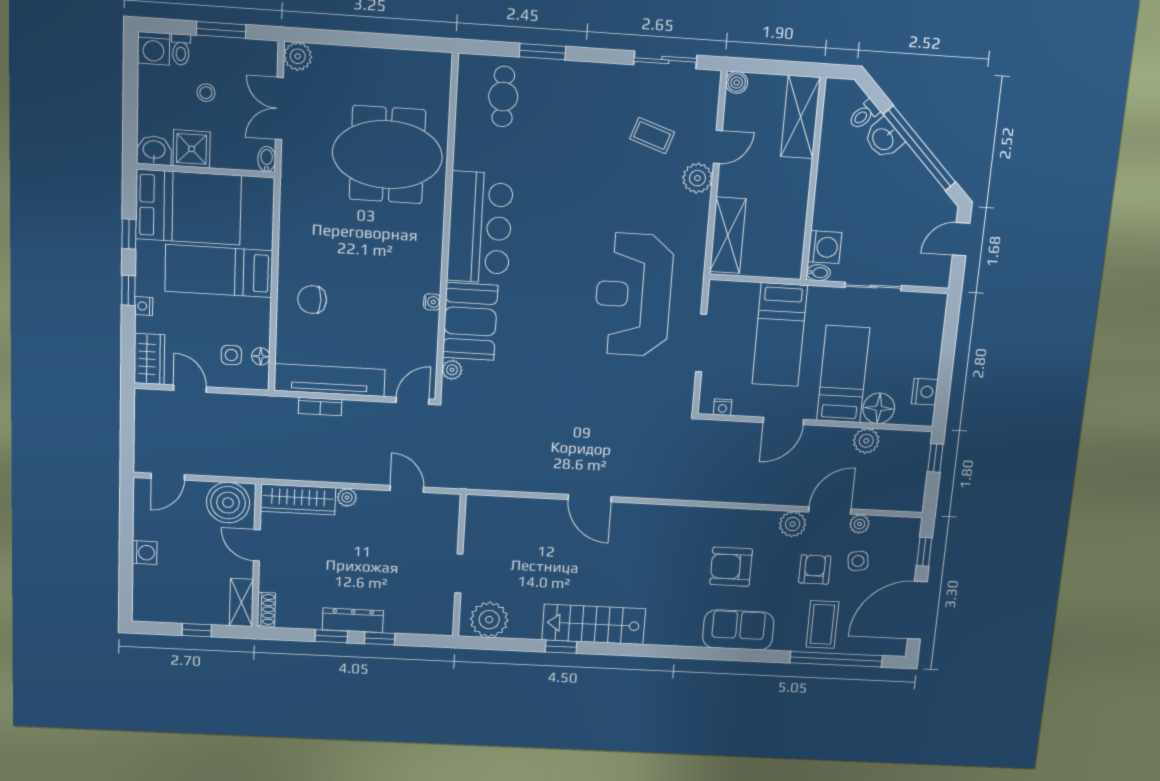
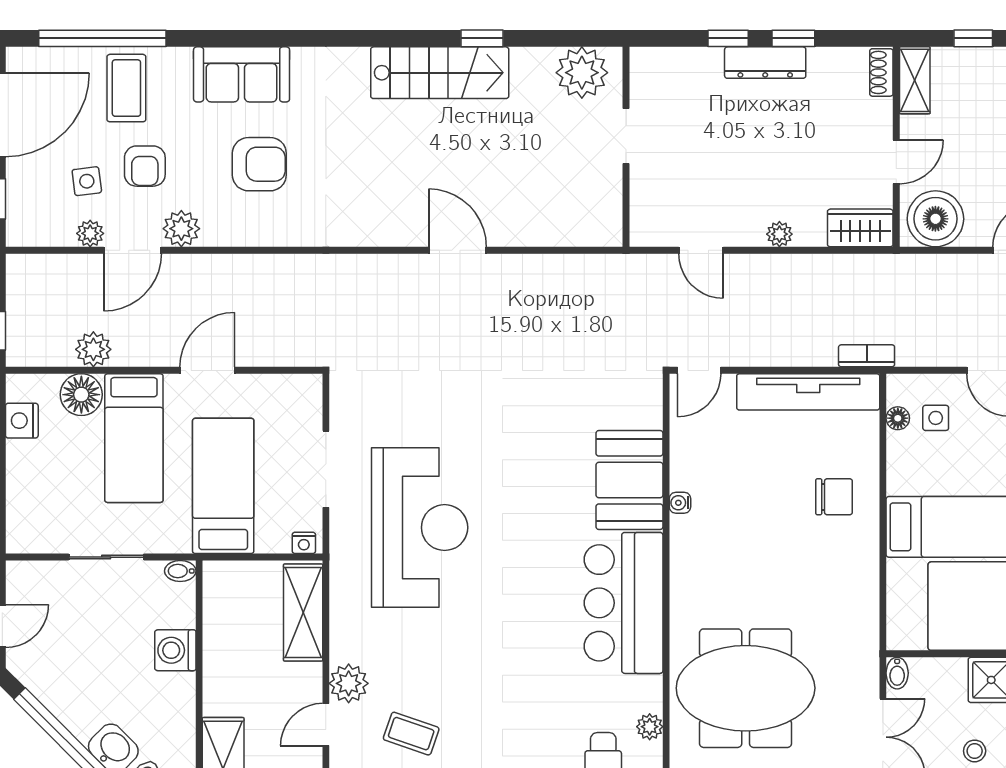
washing machine: (825, 247) -> (175, 650), moved
plant: (452, 370) -> (650, 727), moved
bookcase: (320, 407) -> (867, 356), moved
nightstand: (723, 407) -> (304, 543), moved, turned 180
wardrobe: (298, 499) -> (860, 228), width x0.67
door: (257, 545) -> (896, 162), hinge flipped

